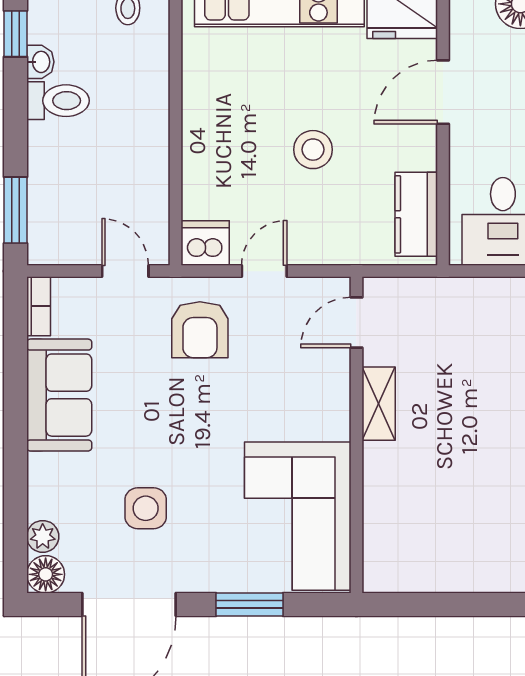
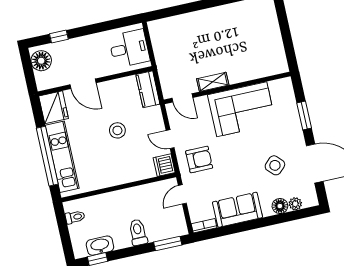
washbasin: (40, 62) -> (100, 246), width x1.91, depth x1.45
toilet: (58, 101) -> (138, 232), moved
kitchen counter: (416, 214) -> (148, 89), moved, turned 90
side table: (146, 508) -> (275, 165), turned 45
corner sofa: (298, 516) -> (242, 109), moved
floor lamp: (46, 574) -> (280, 206), moved

